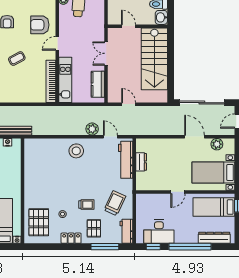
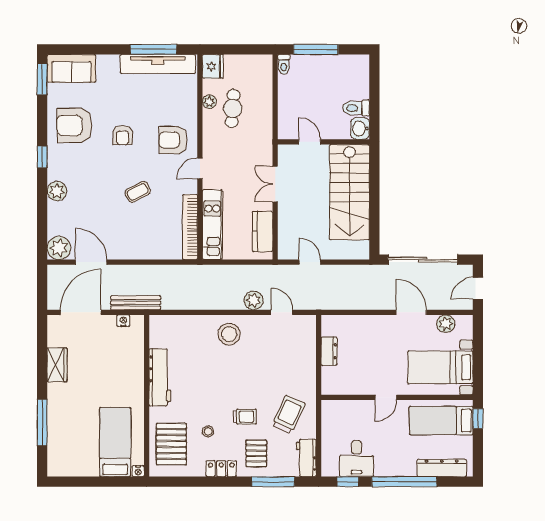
workbench: (126, 160) -> (160, 378), moved, turned 180
desk: (159, 232) -> (357, 459), width x0.73

